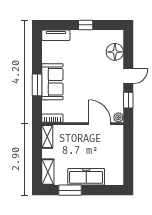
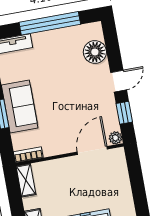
window: (86, 25) -> (50, 23), width x3.17
door: (100, 124) -> (92, 150), hinge flipped

